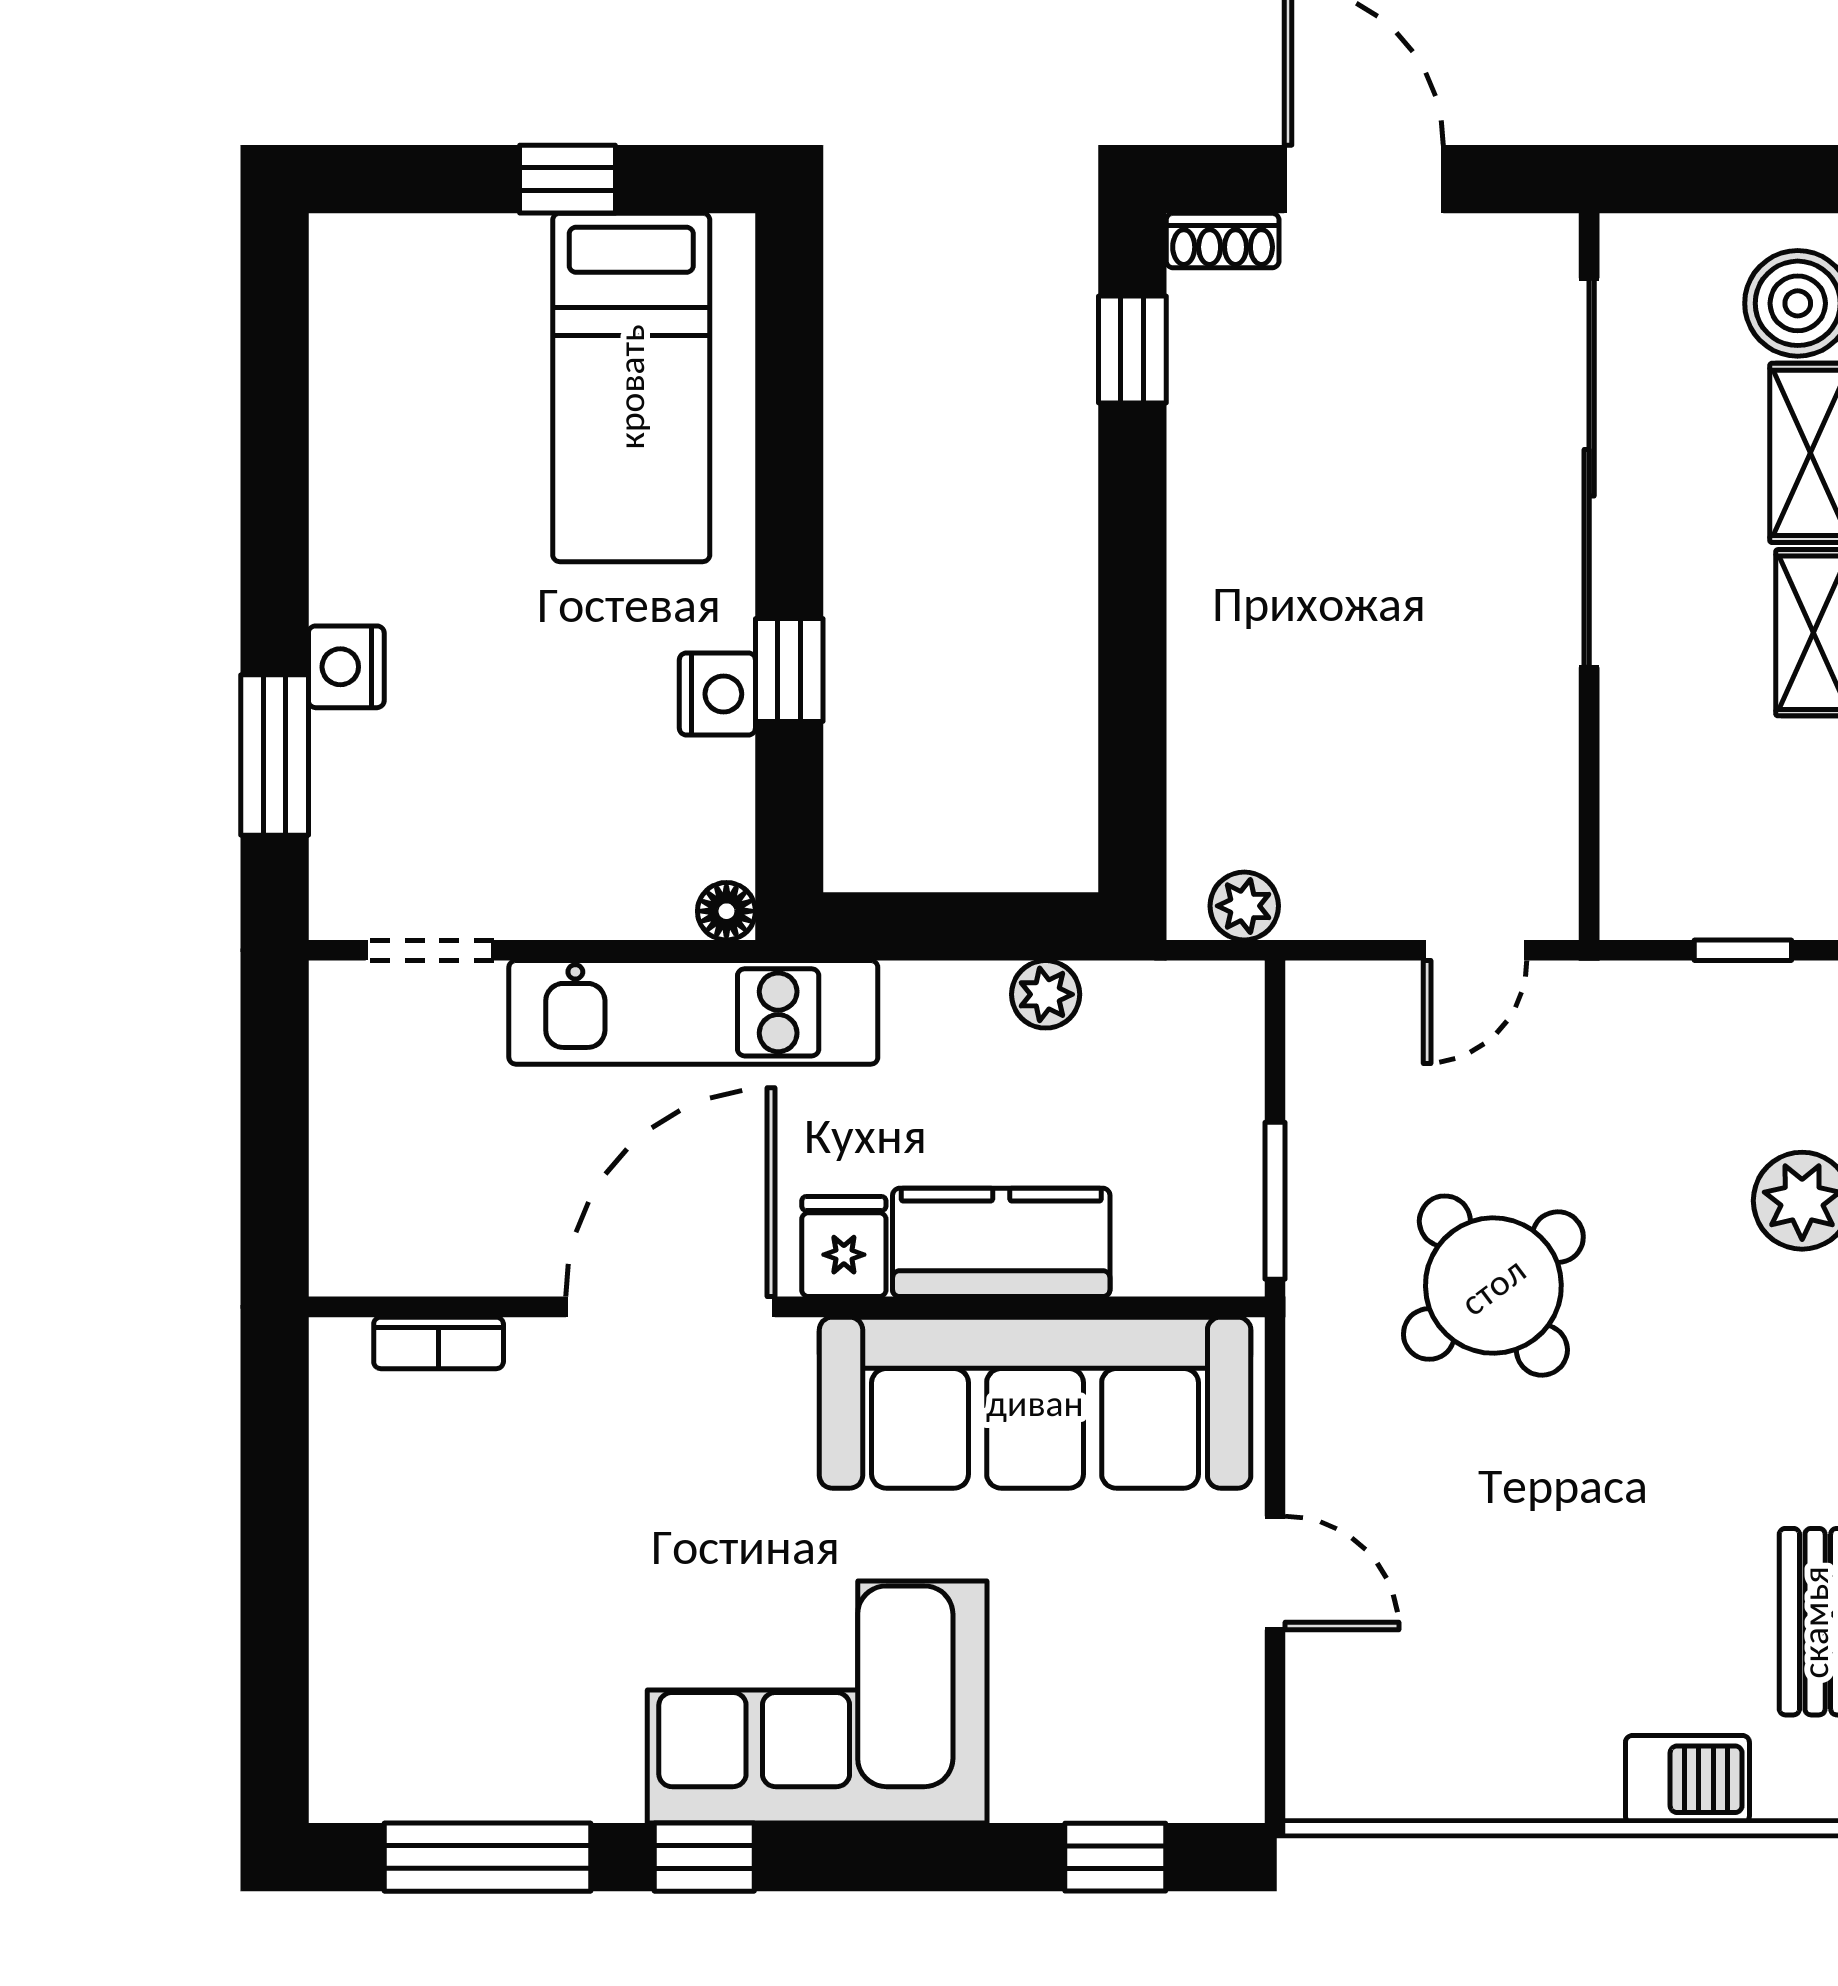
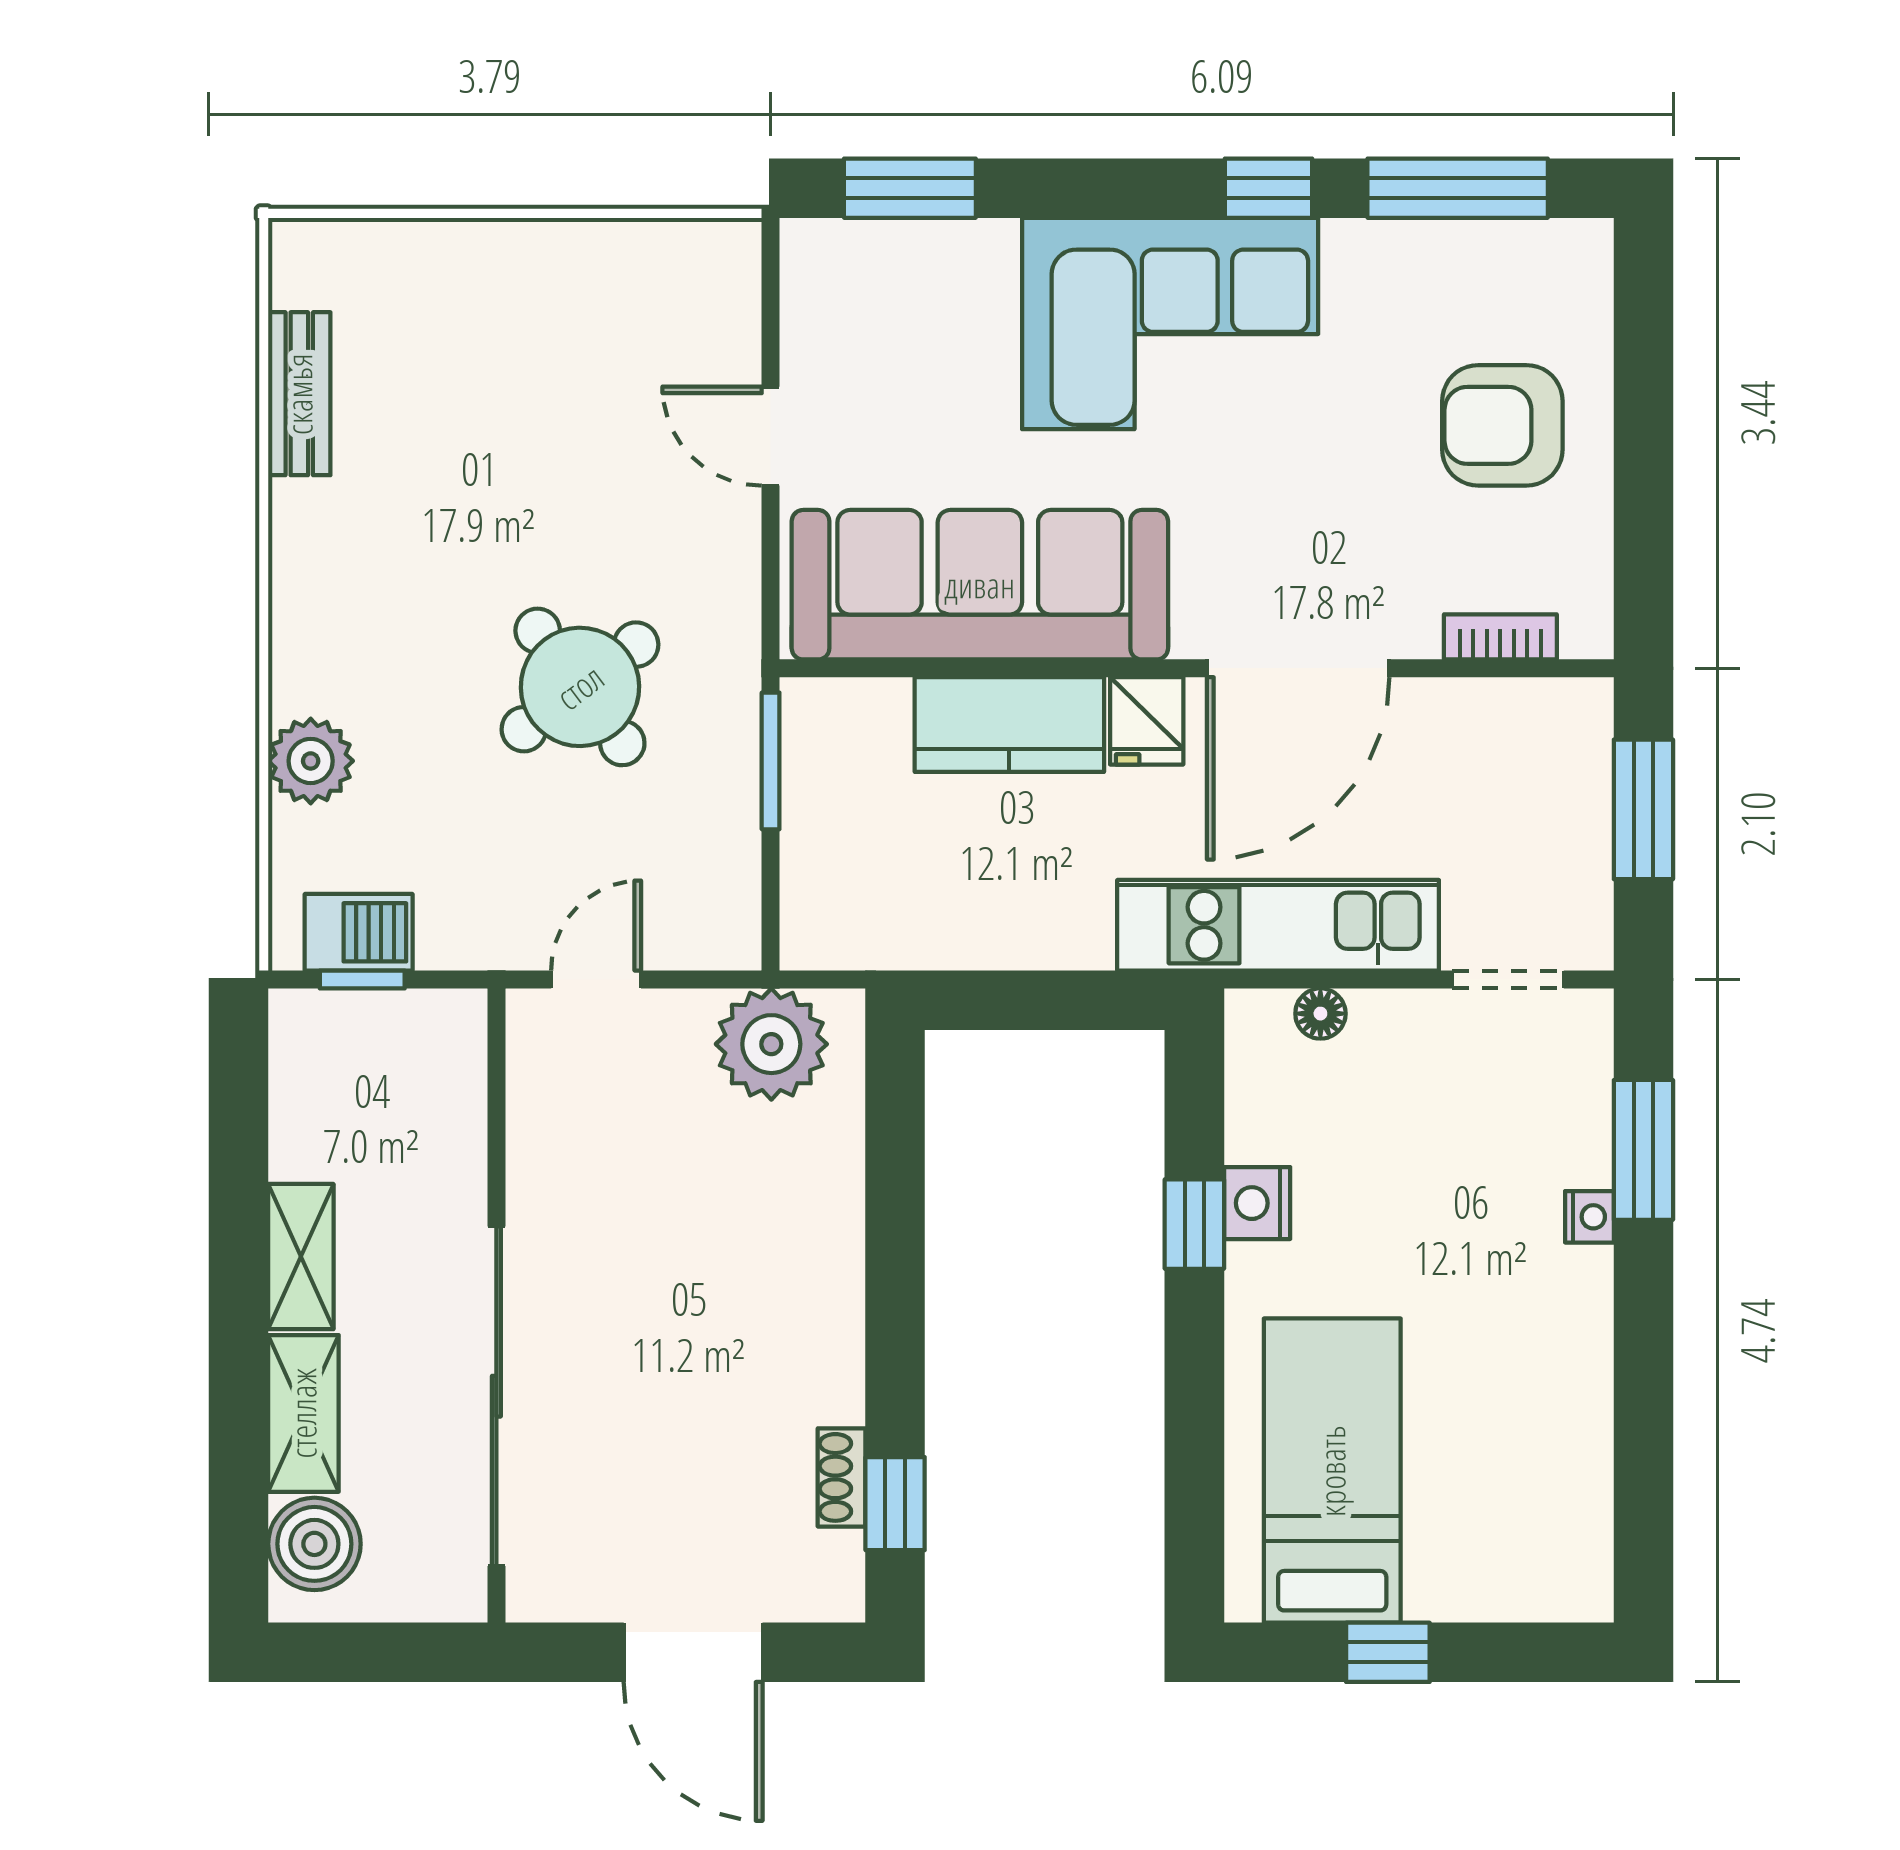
shoe rack: (1223, 241) -> (842, 1477), moved, turned -90
nightstand: (346, 667) -> (1589, 1217), width x0.72, depth x0.74
plant: (1244, 906) -> (771, 1044), width x1.88, depth x1.88
floor lamp: (726, 911) -> (1320, 1014), moved
plant: (1046, 994) -> (971, 941), removed
window: (275, 1145) -> (1643, 809), added
armchair: (436, 1585) -> (1502, 425), added
barbecue: (1687, 1779) -> (359, 932), moved, turned 180
window: (1115, 1857) -> (910, 188), width x1.50

